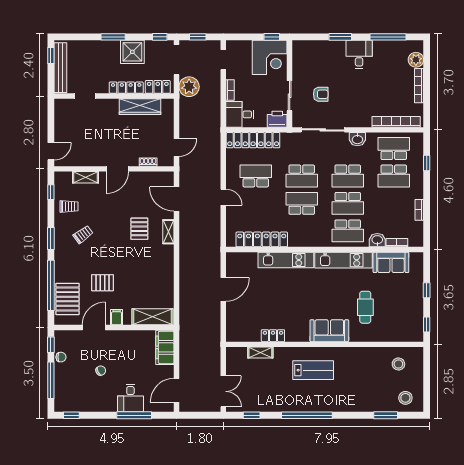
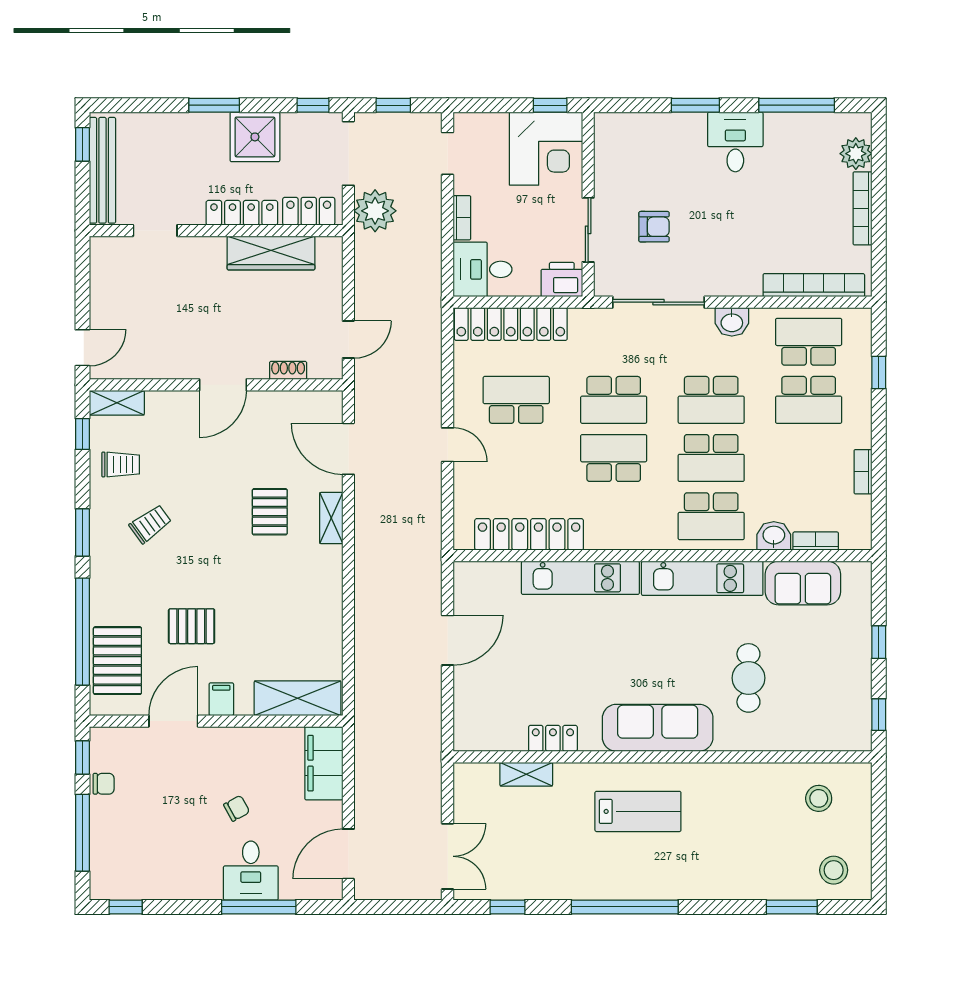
shelving: (86, 177) -> (117, 403), moved
sofa: (329, 331) -> (658, 728), width x1.36
chair: (101, 371) -> (237, 808), moved

